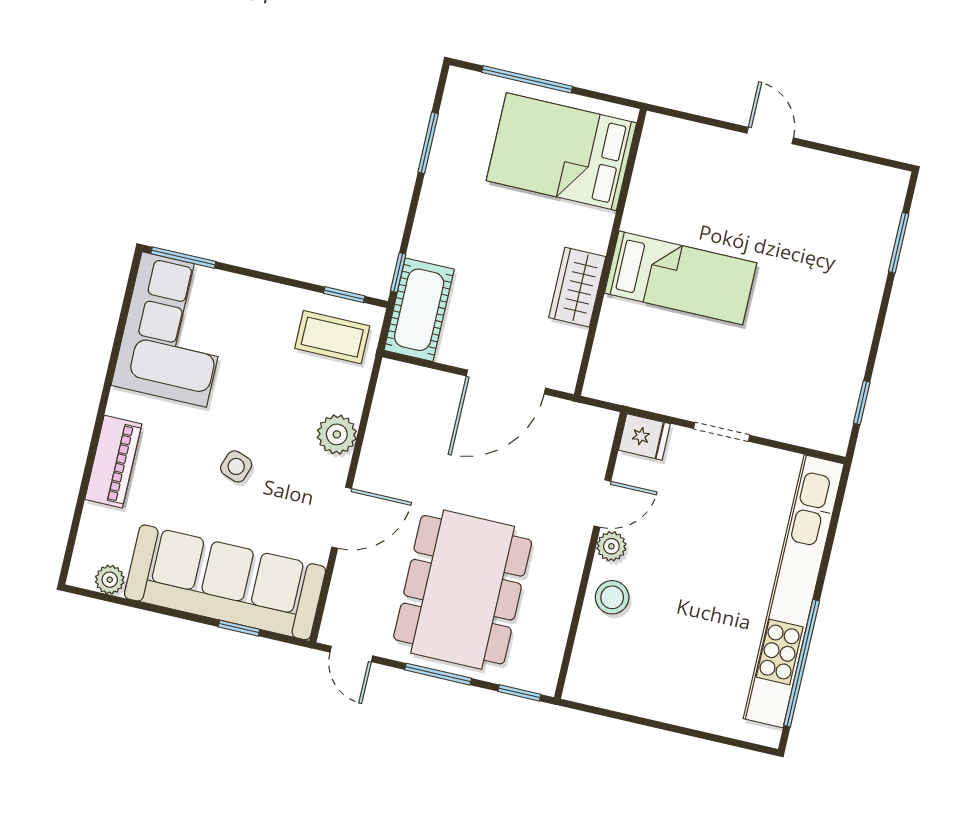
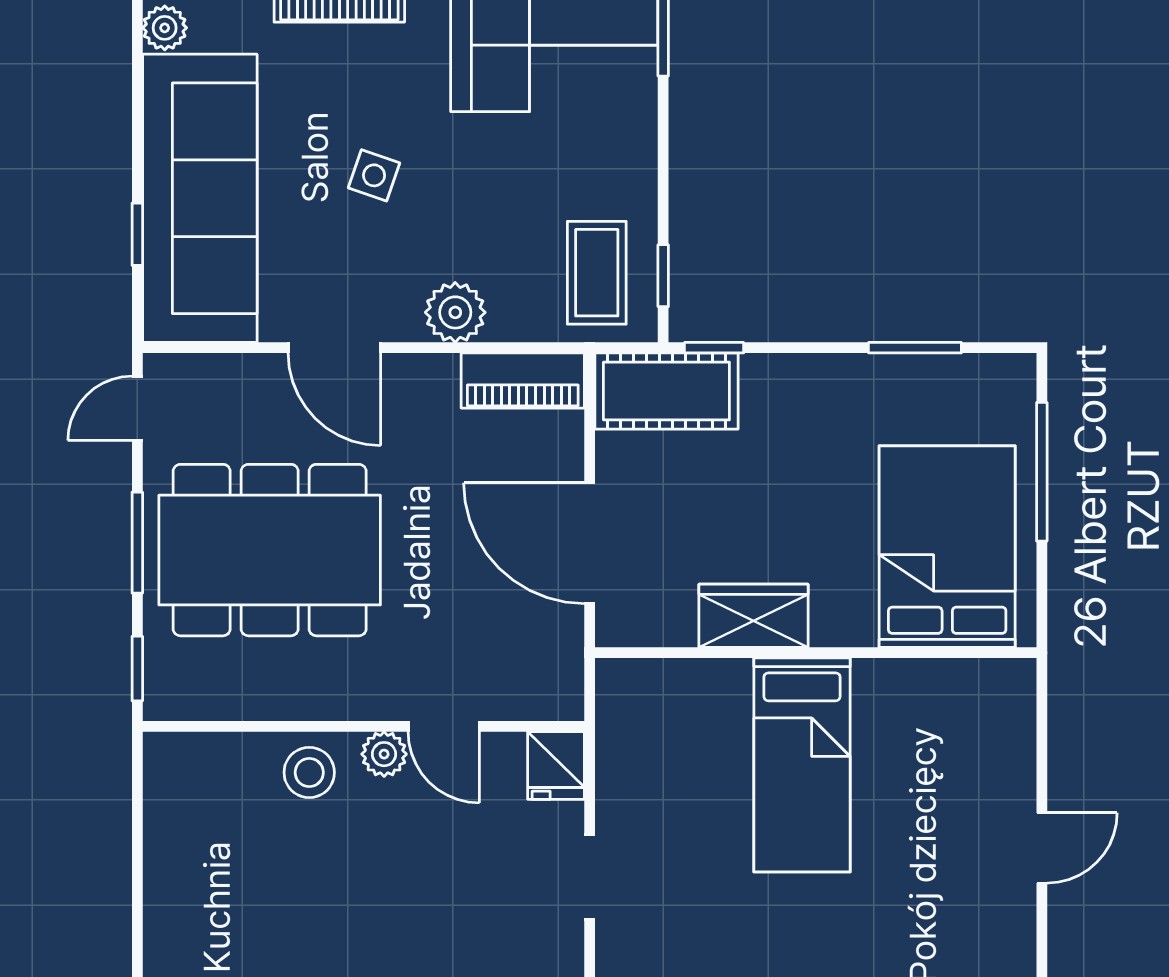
piano: (391, 401) -> (523, 381), added

